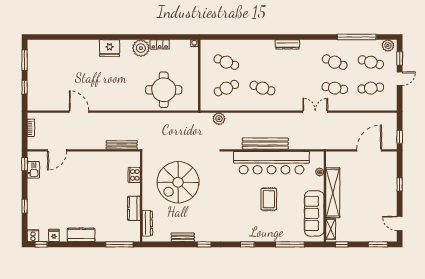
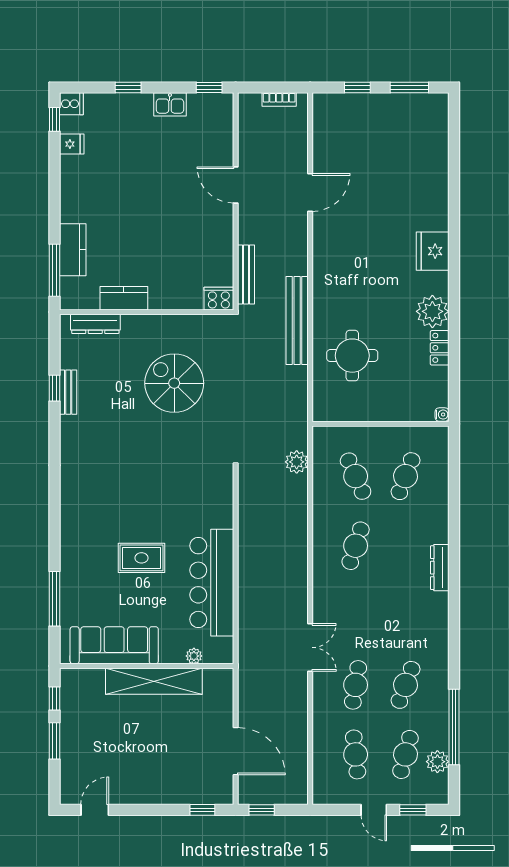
dresser: (287, 44) -> (440, 568), moved
plant: (388, 46) -> (437, 762), moved
round table: (164, 90) -> (352, 356), width x0.73, depth x0.73
bench: (265, 144) -> (297, 321), moved
door: (57, 150) -> (236, 185), moved
bar counter: (272, 163) -> (212, 583), width x0.73
kitchen sink: (33, 170) -> (170, 104), moved
cooker: (134, 175) -> (219, 299), moved
spiral stairs: (178, 182) -> (174, 383), width x0.73, depth x0.73
window: (400, 184) -> (202, 810), moved
shelving: (331, 229) -> (84, 677), removed
kitchen counter: (81, 235) -> (73, 250), moved
window: (204, 244) -> (55, 388), moved
window: (247, 244) -> (55, 517), removed
window: (378, 244) -> (55, 741), moved

